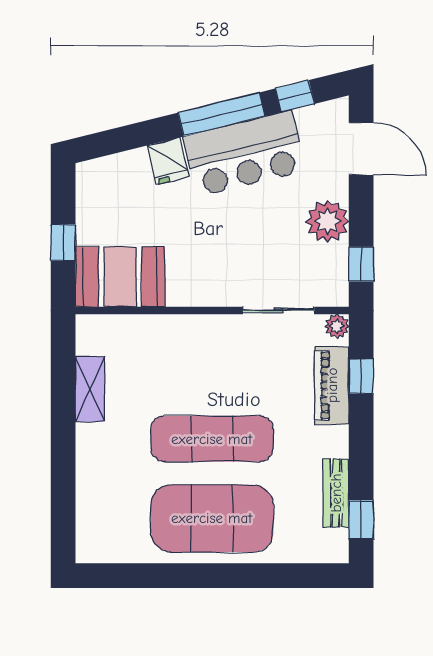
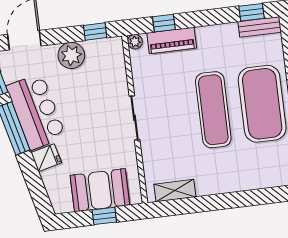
booth: (120, 277) -> (100, 190), moved, turned 90
sliding door: (278, 311) -> (134, 118), moved
shelving: (90, 389) -> (175, 191), moved
bench: (336, 493) -> (260, 27), moved

